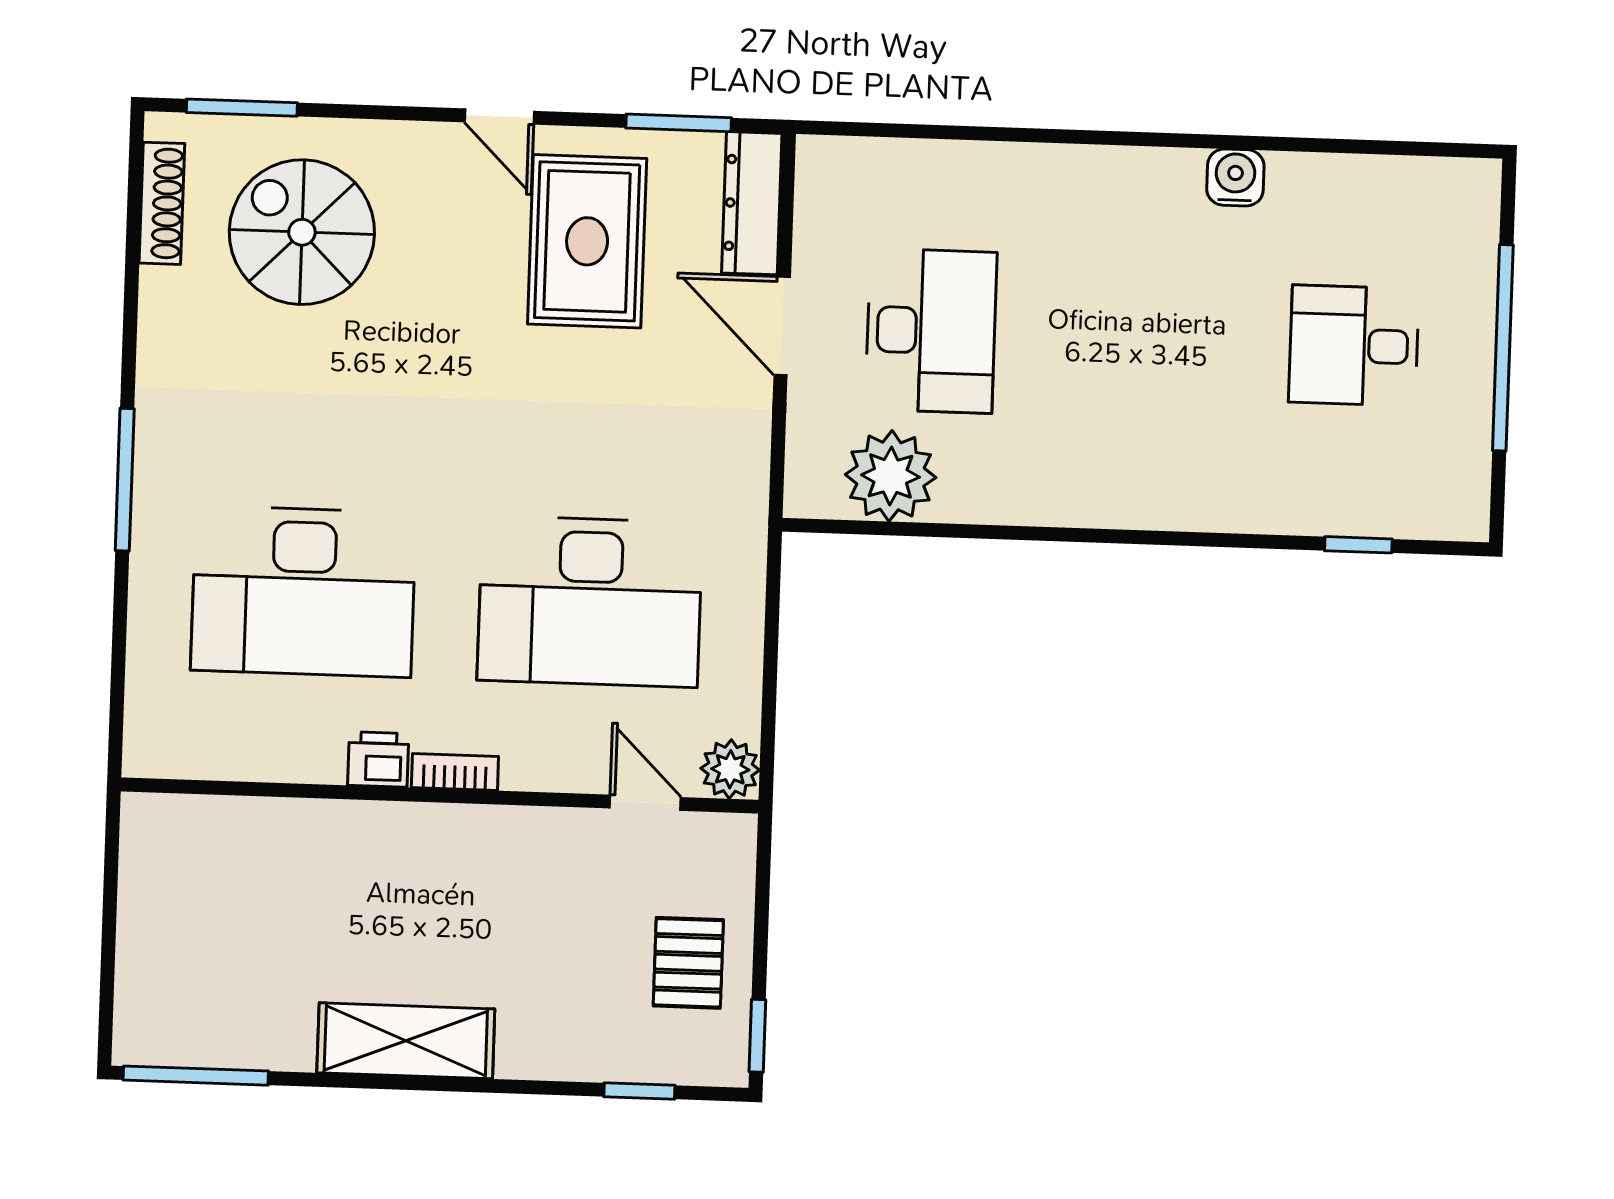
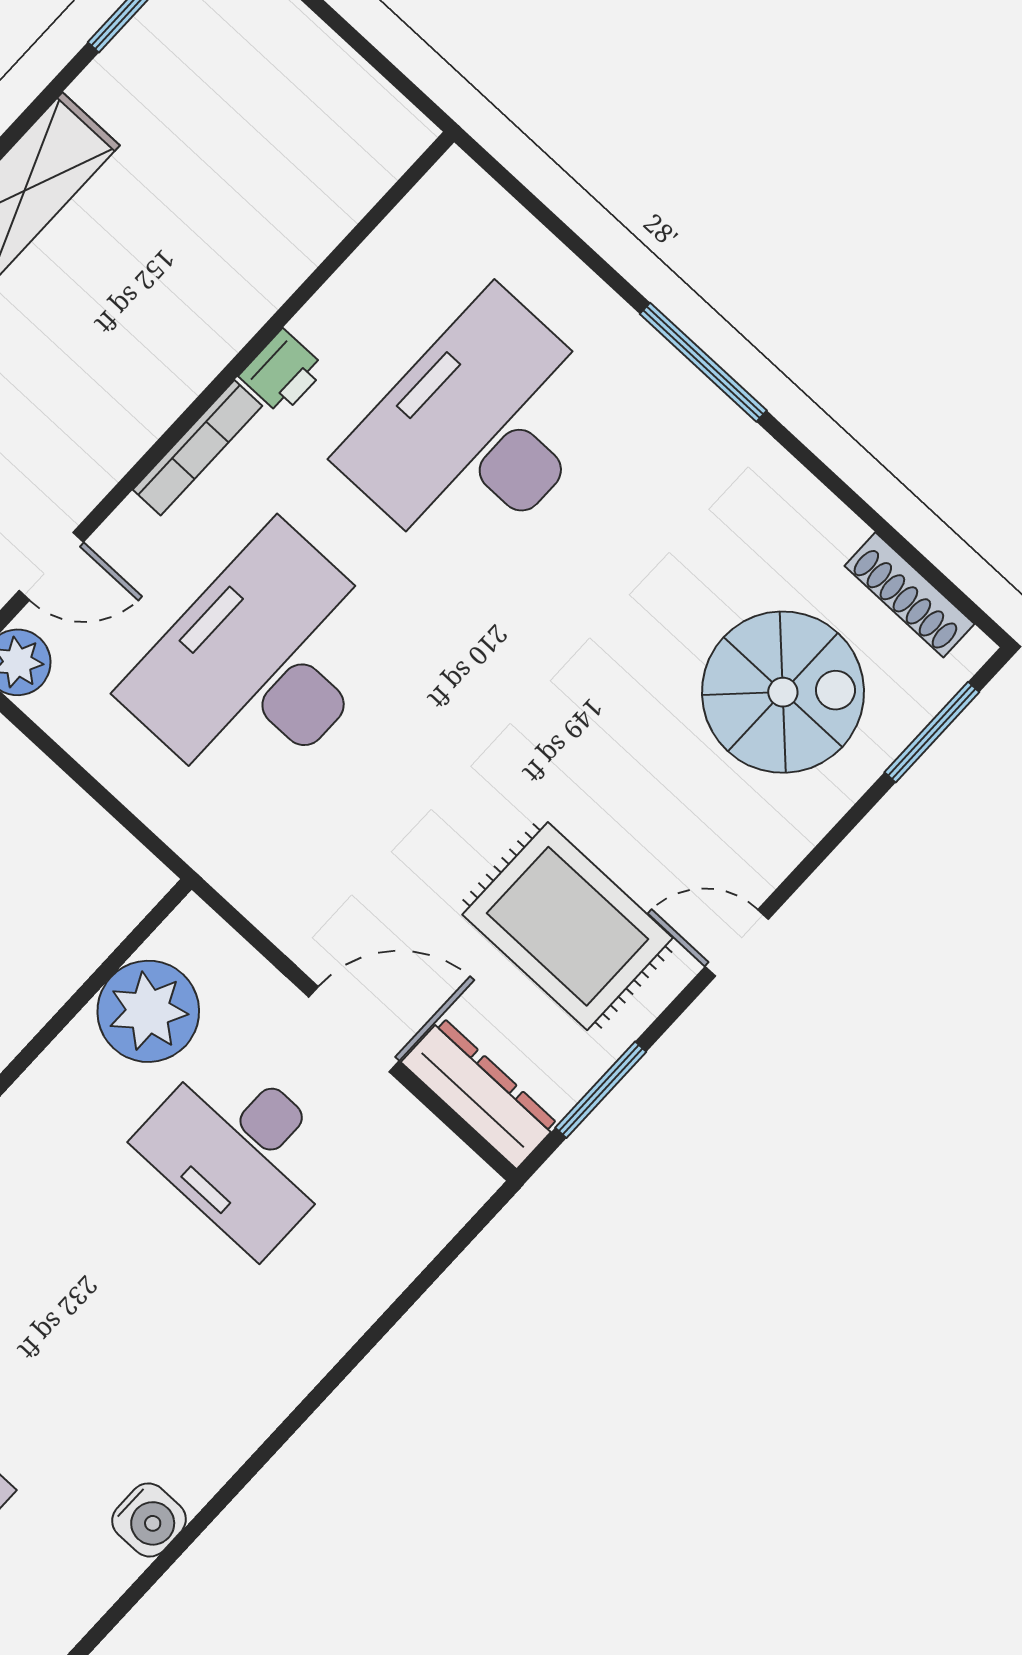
bookcase: (455, 772) -> (198, 448), width x1.56

